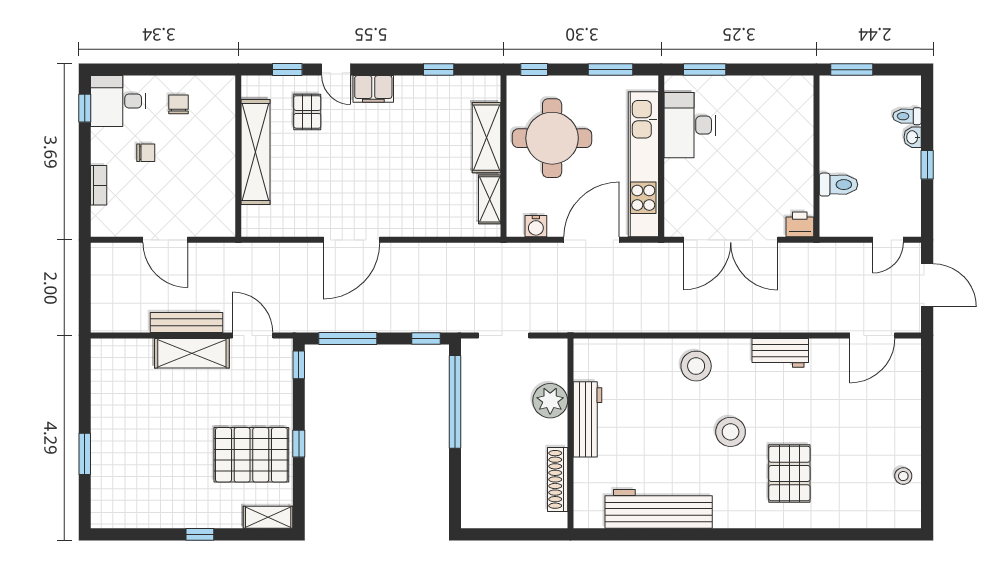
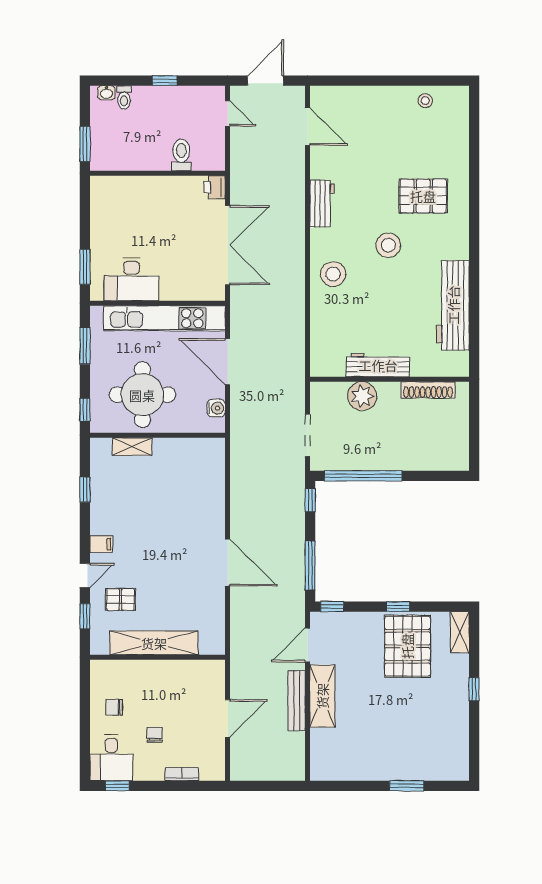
filing cabinet: (373, 89) -> (101, 544), width x0.50
washbasin: (913, 137) -> (106, 93), moved
shelving: (487, 138) -> (132, 447), width x0.67, depth x0.75
shelving: (490, 199) -> (194, 447), removed

